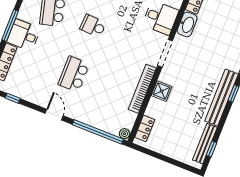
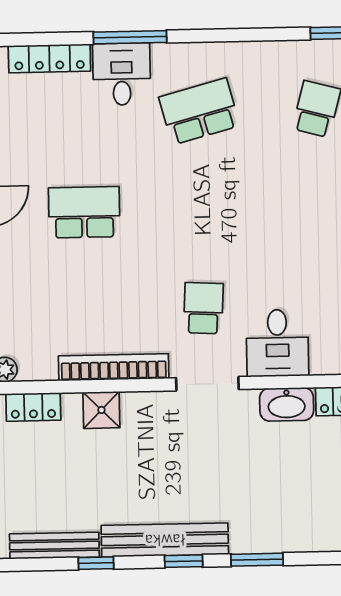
school desk: (93, 26) -> (203, 308), moved
shower: (162, 91) -> (101, 410), moved
window: (212, 149) -> (96, 563), moved

